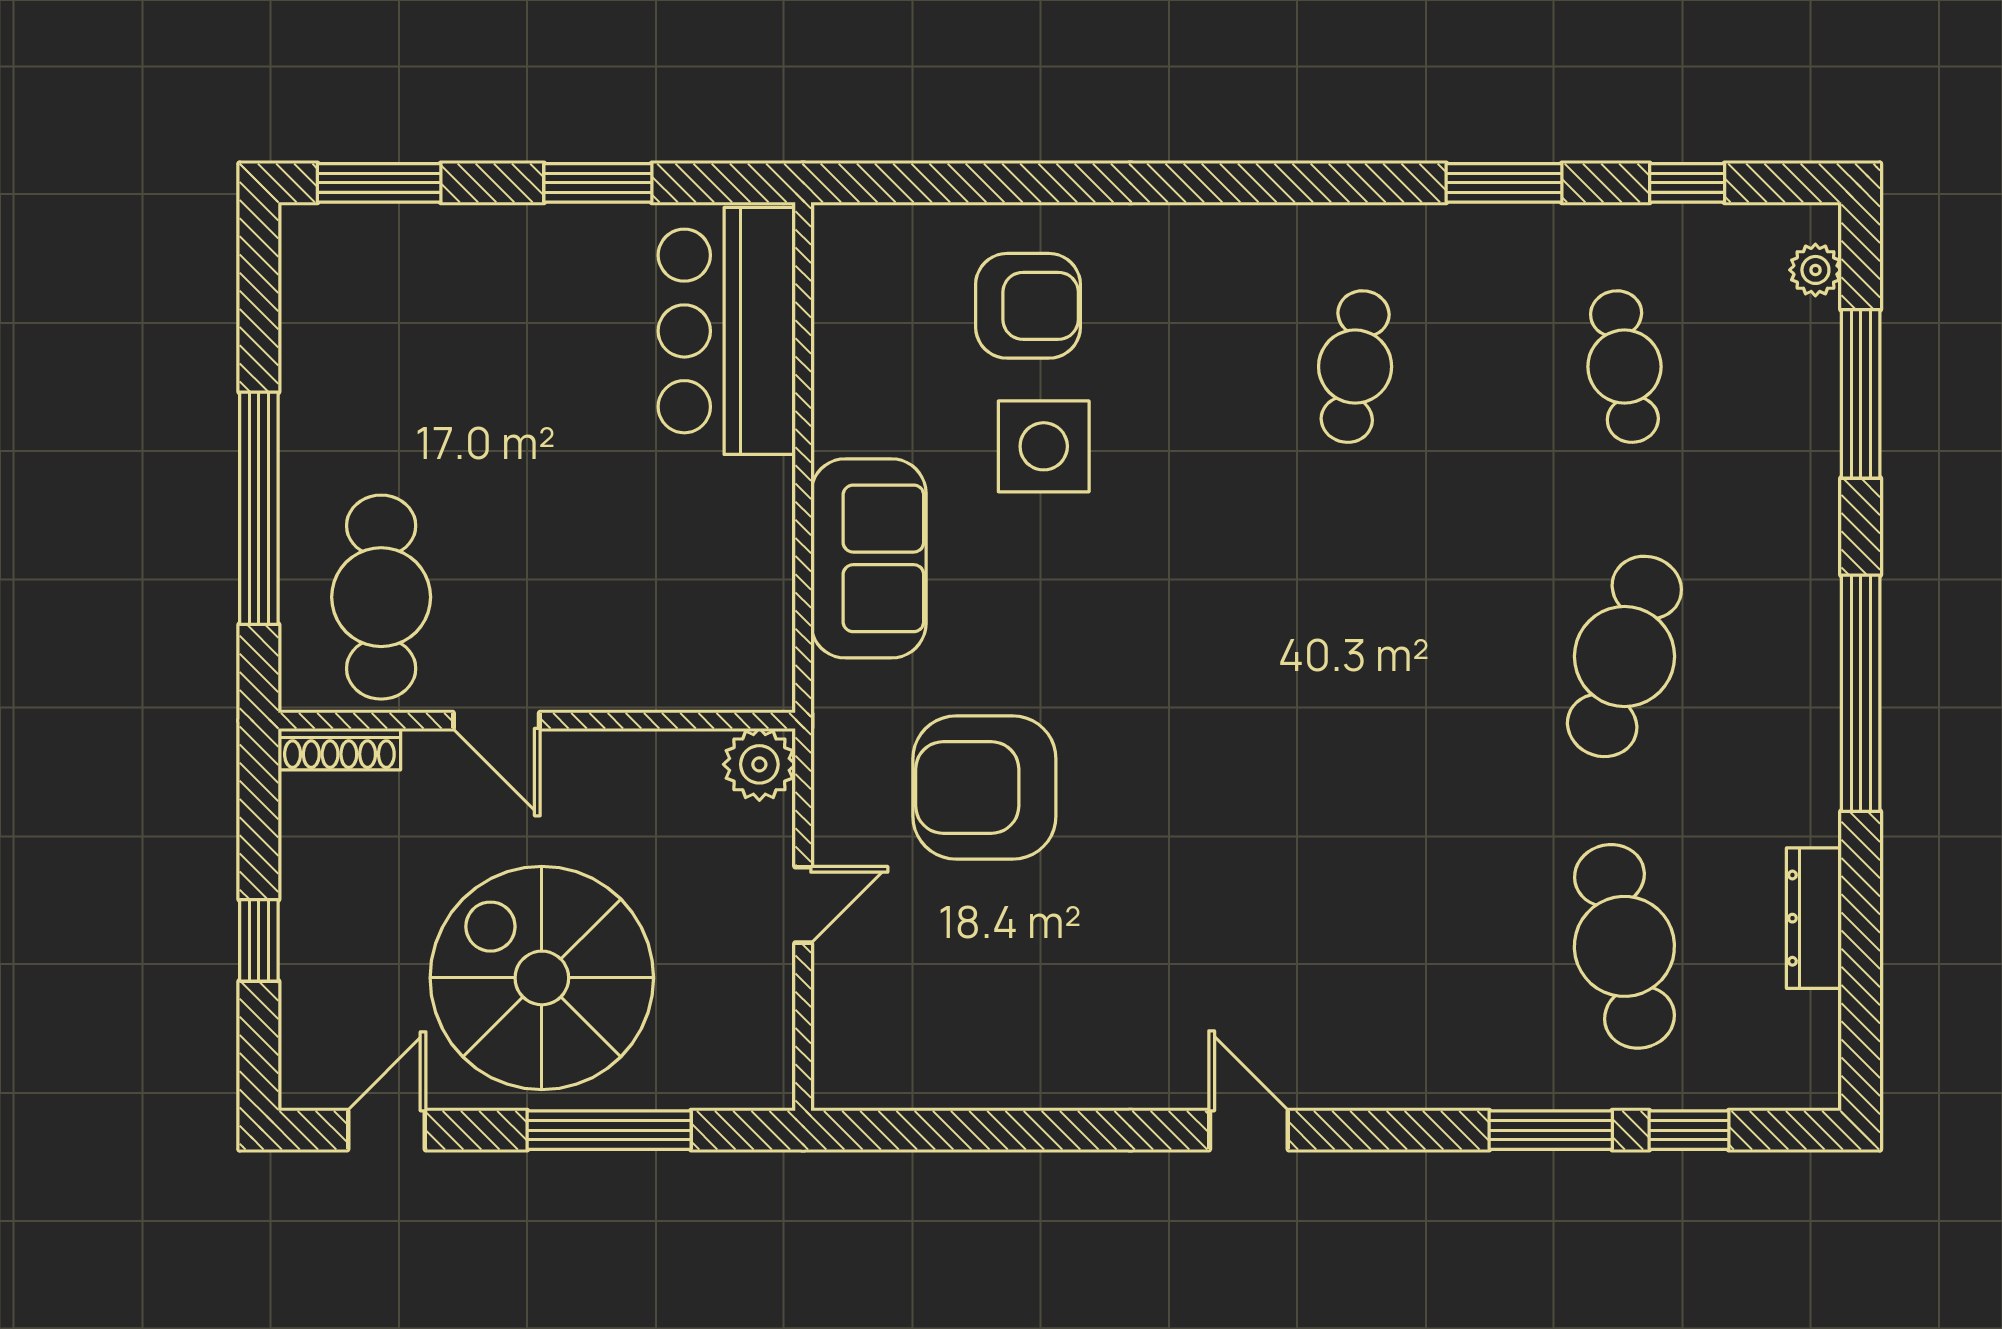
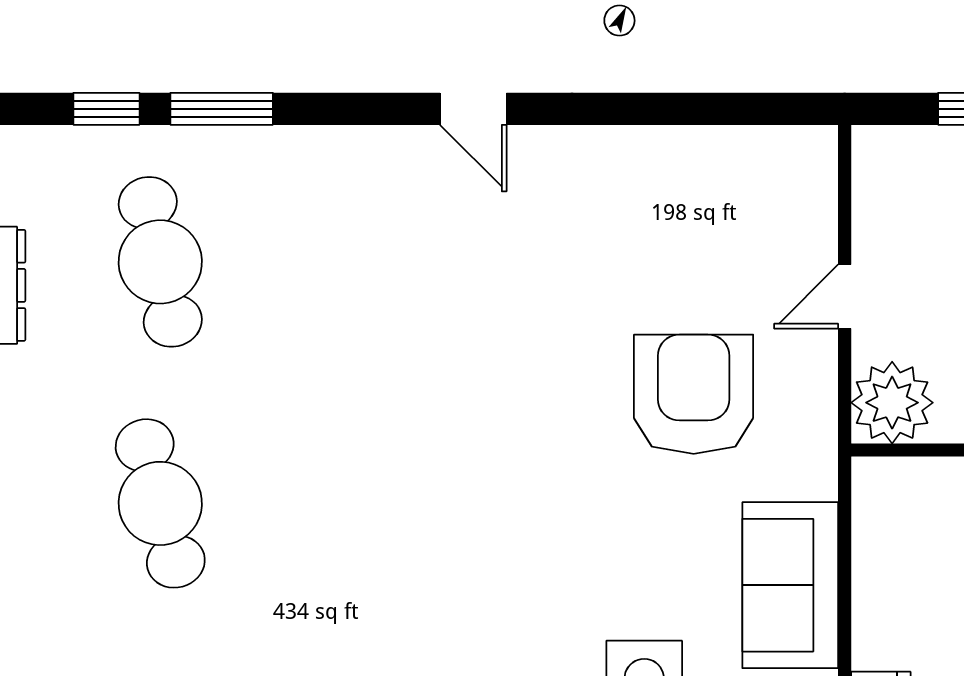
cafe table: (1624, 656) -> (160, 503), turned -33
plant: (759, 764) -> (892, 403), width x1.36, depth x1.36
armchair: (984, 787) -> (694, 394), turned -90

